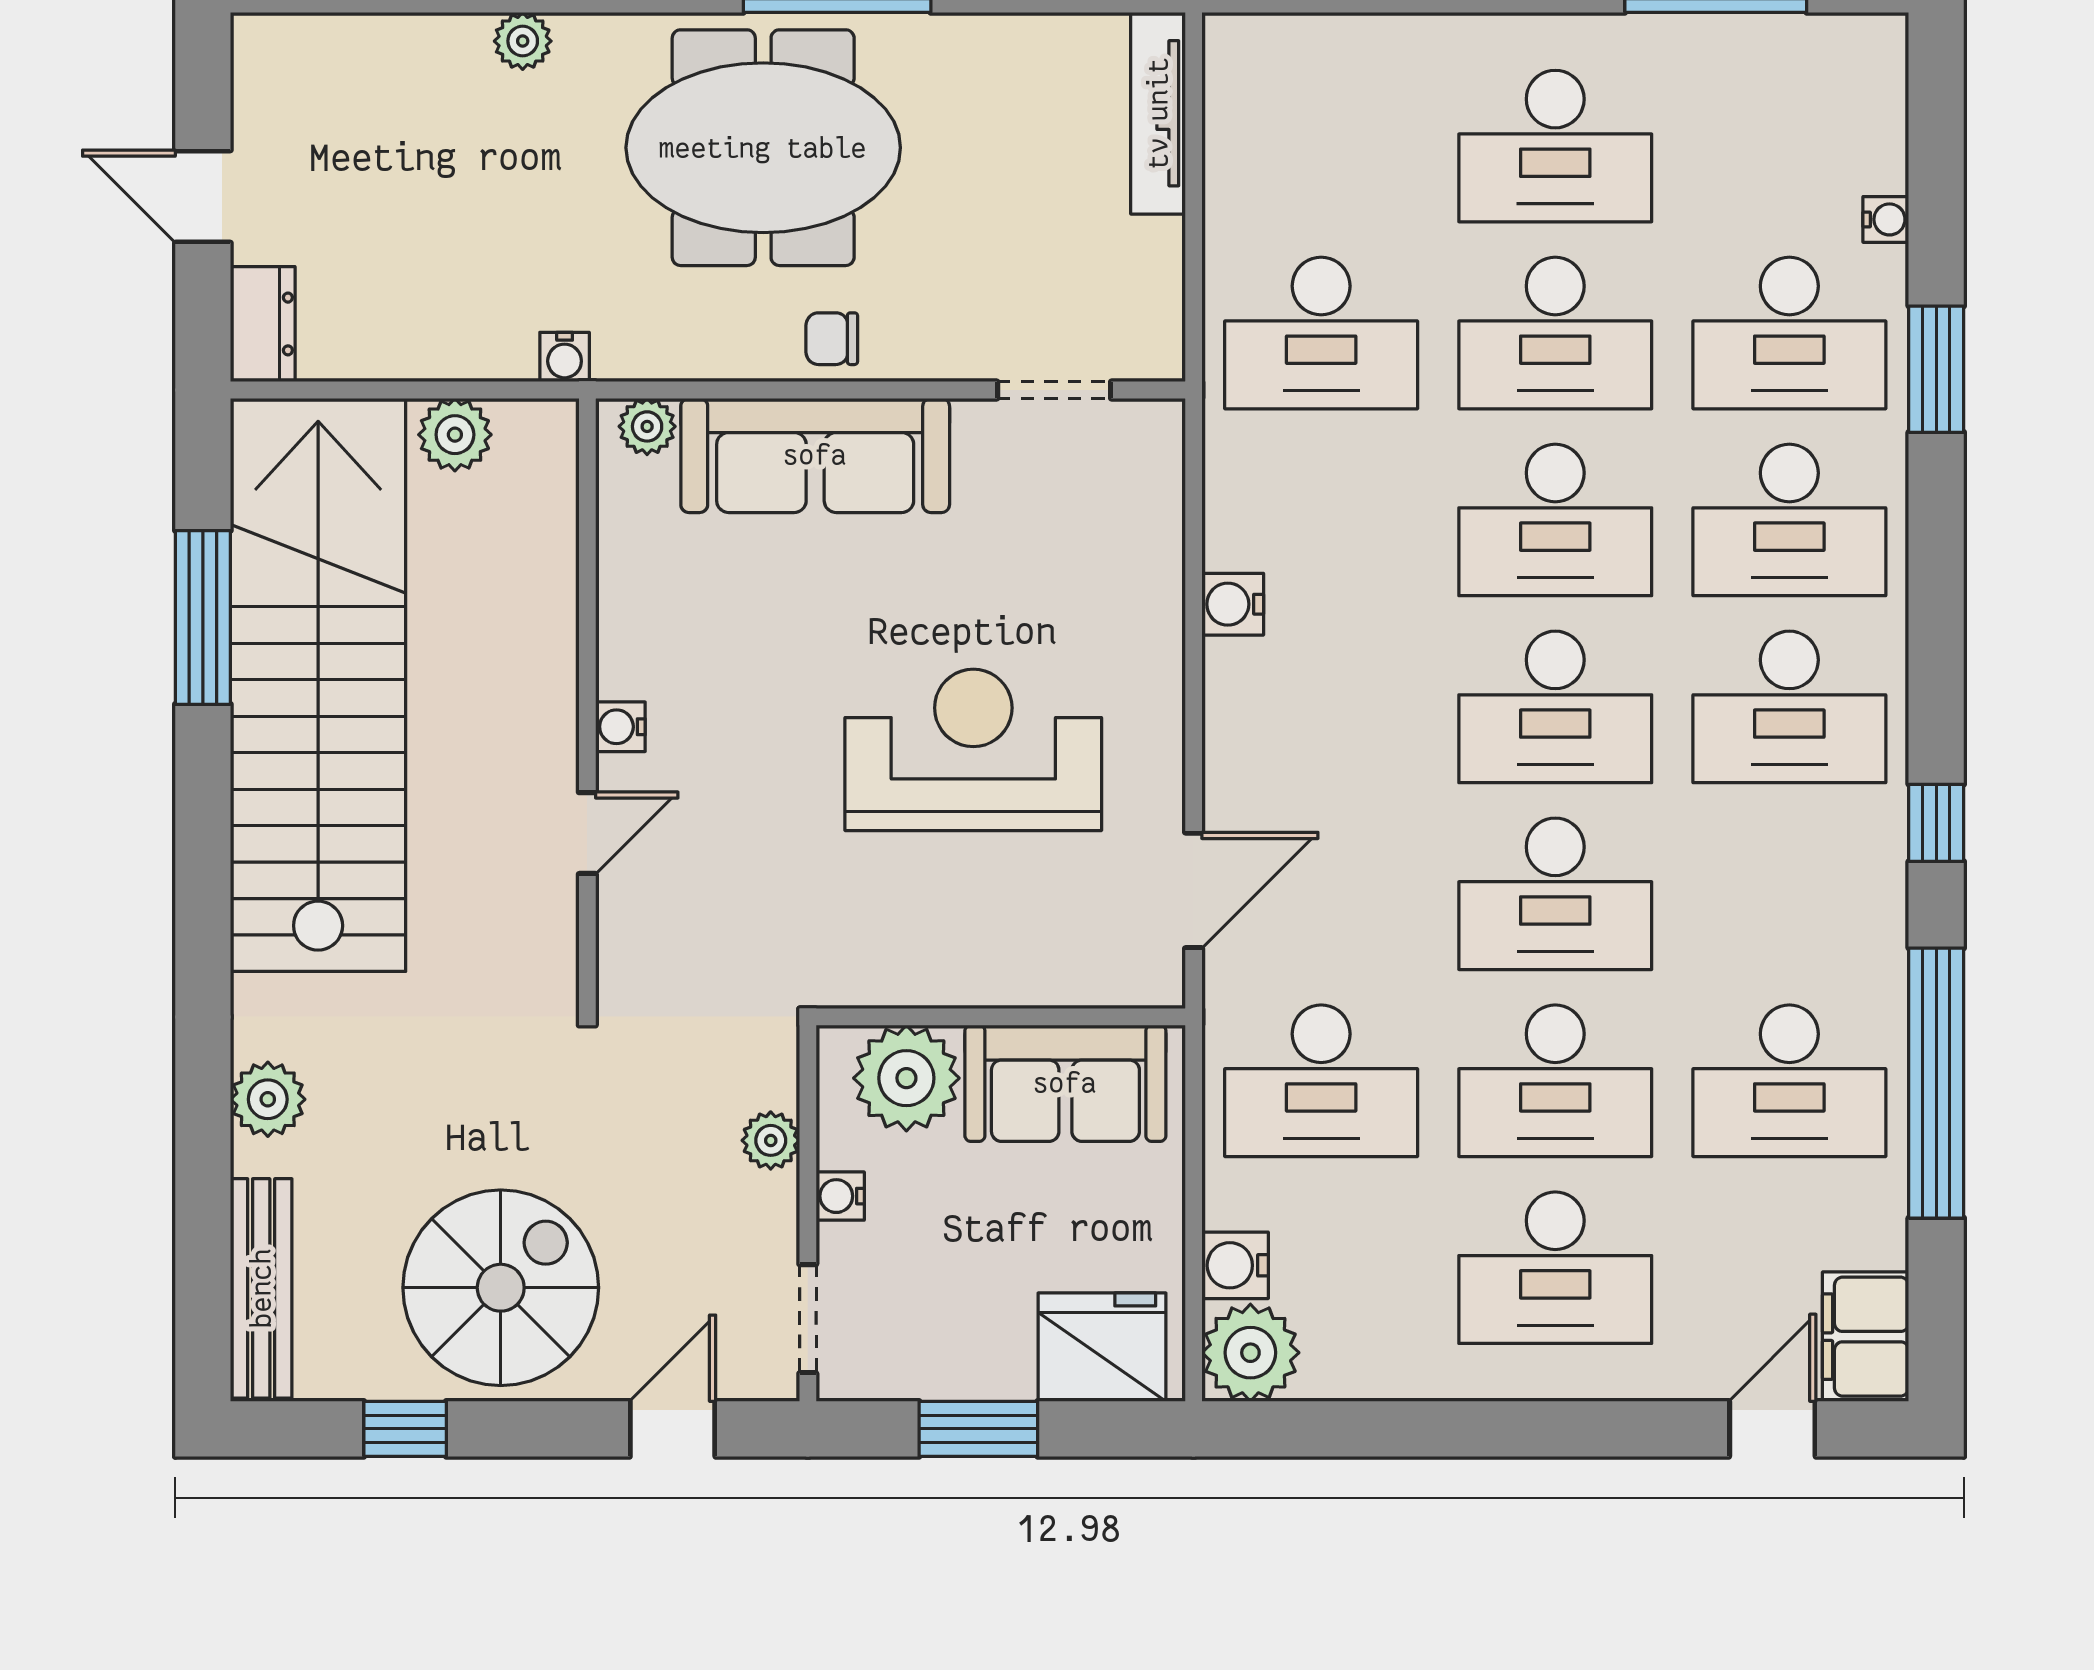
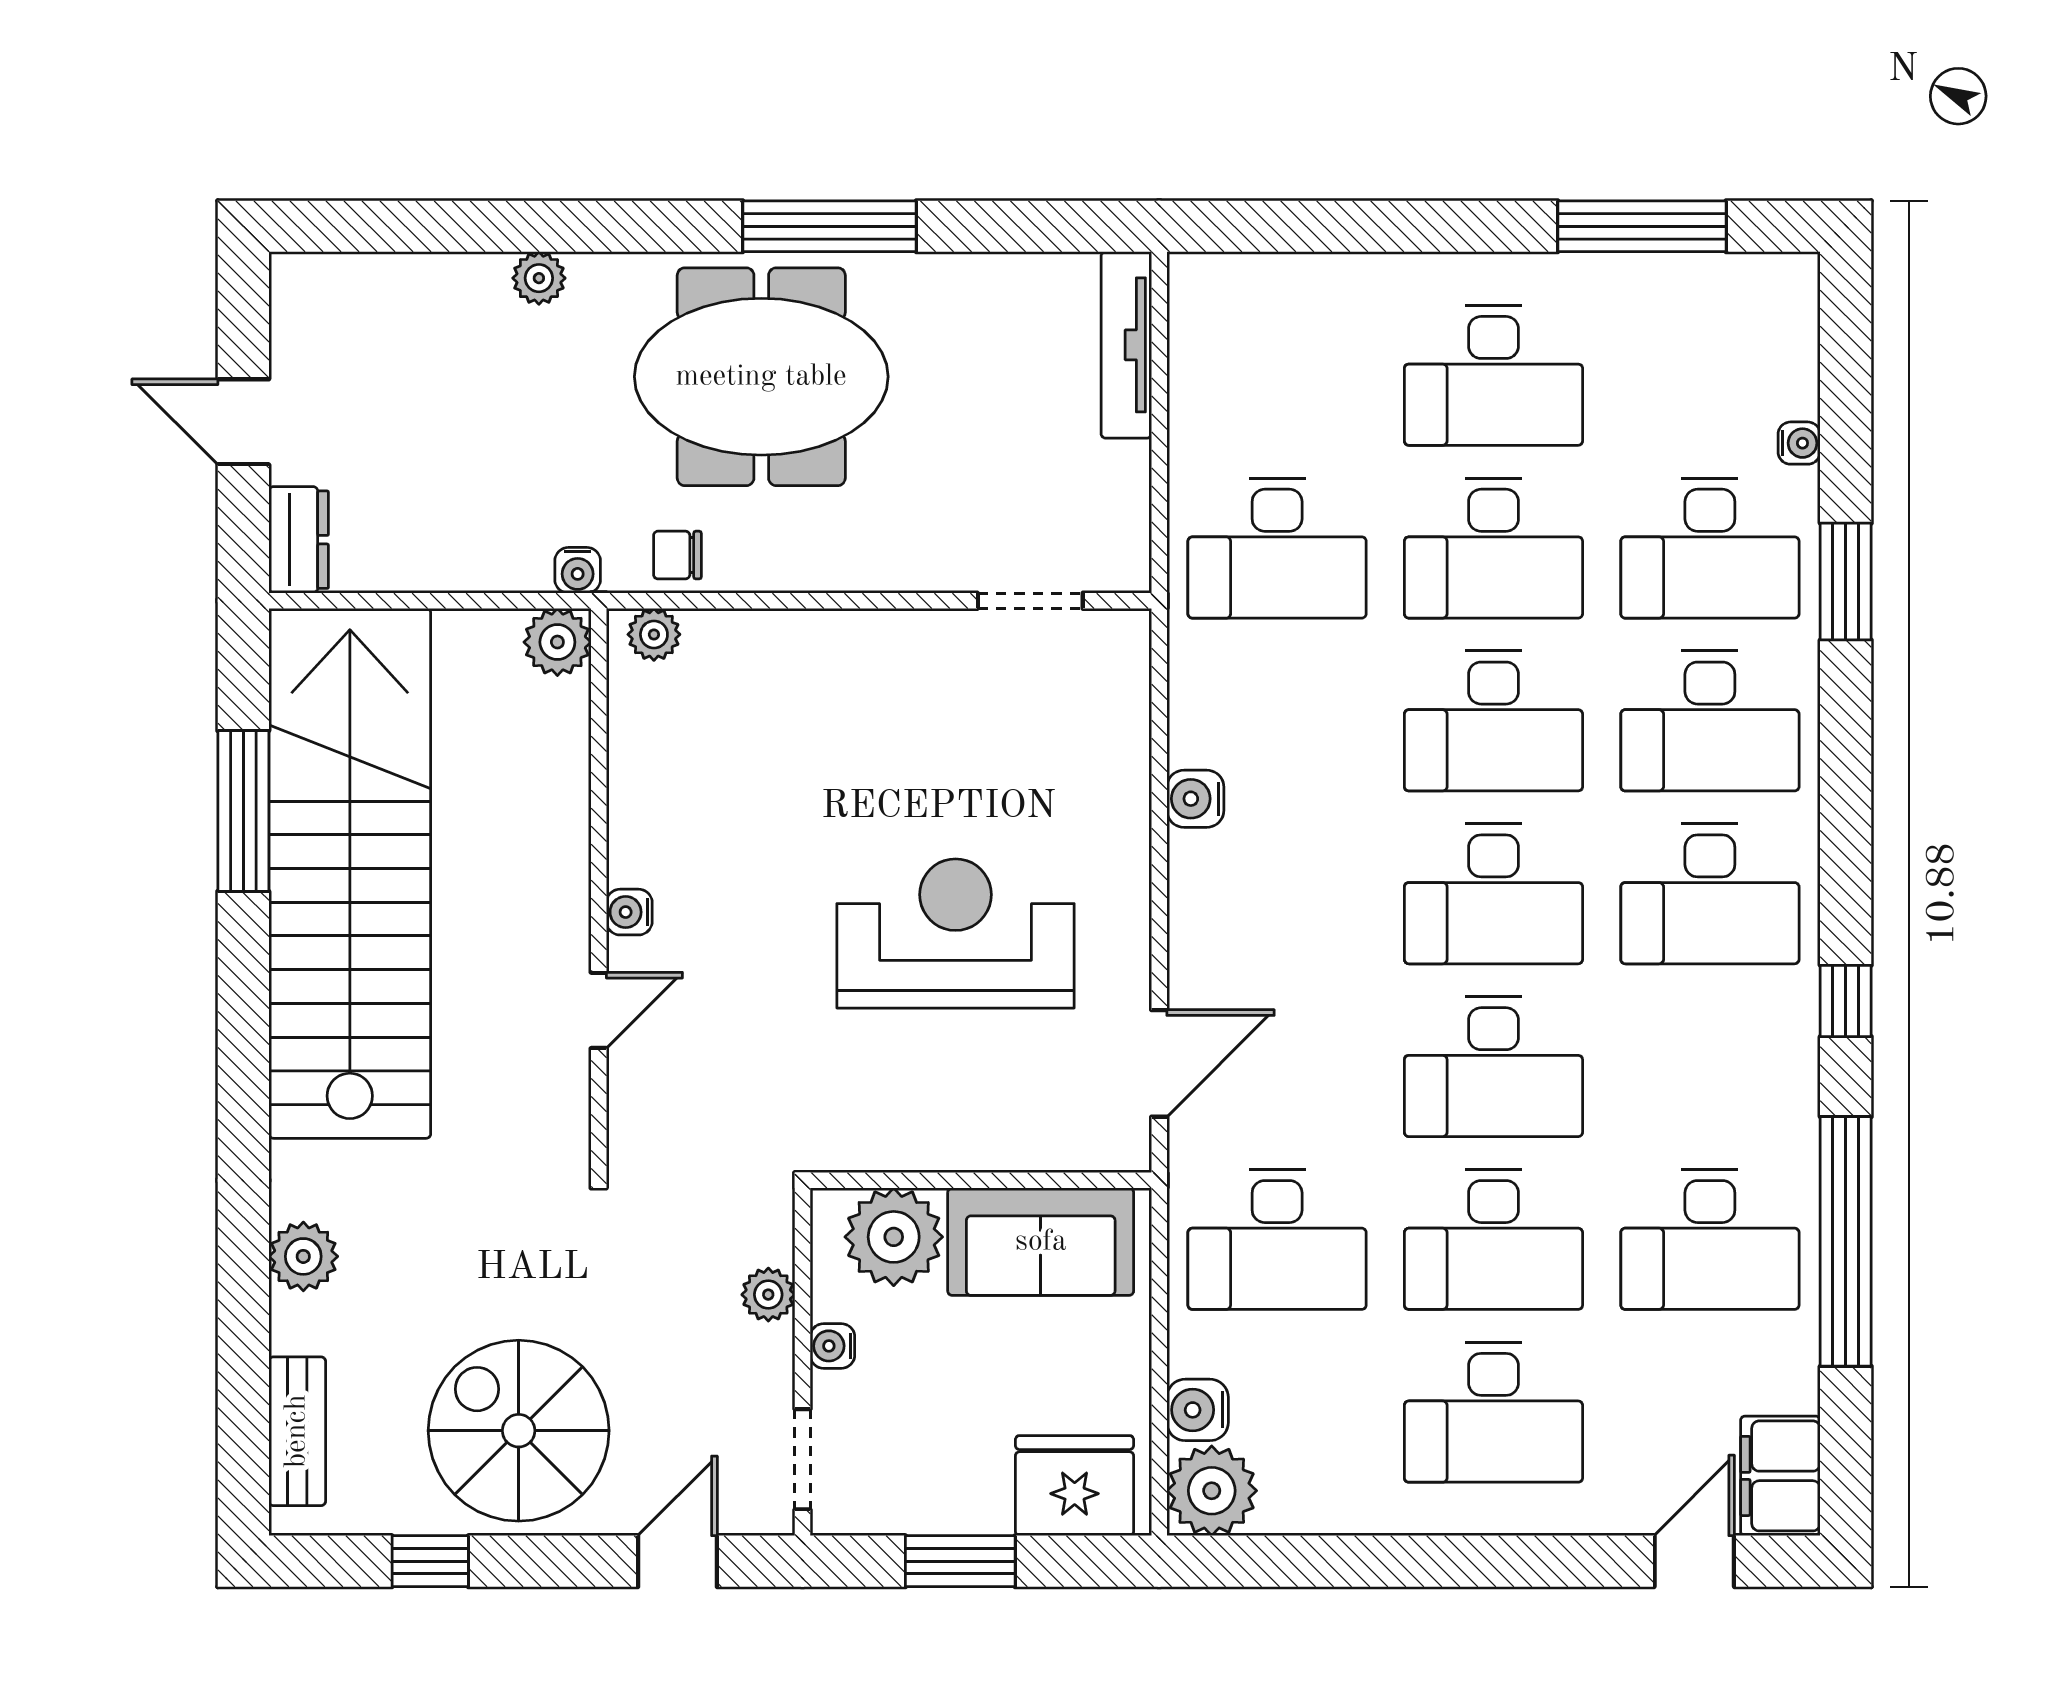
chair: (832, 339) -> (677, 555), moved
plant: (455, 435) -> (557, 642), moved
sofa: (815, 455) -> (809, 661), removed
bench: (261, 1288) -> (297, 1431), width x0.73
spiral stairs: (501, 1288) -> (519, 1431), turned -90

